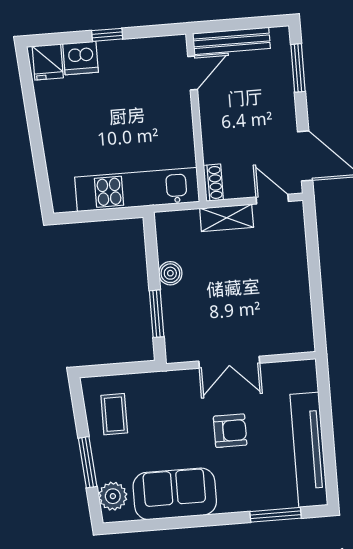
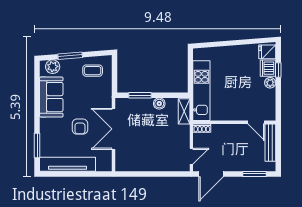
window: (107, 35) -> (278, 70), moved
plant: (110, 51) -> (270, 83), added
shelving: (227, 218) -> (184, 111), moved
double door: (229, 362) -> (113, 129), width x1.37

